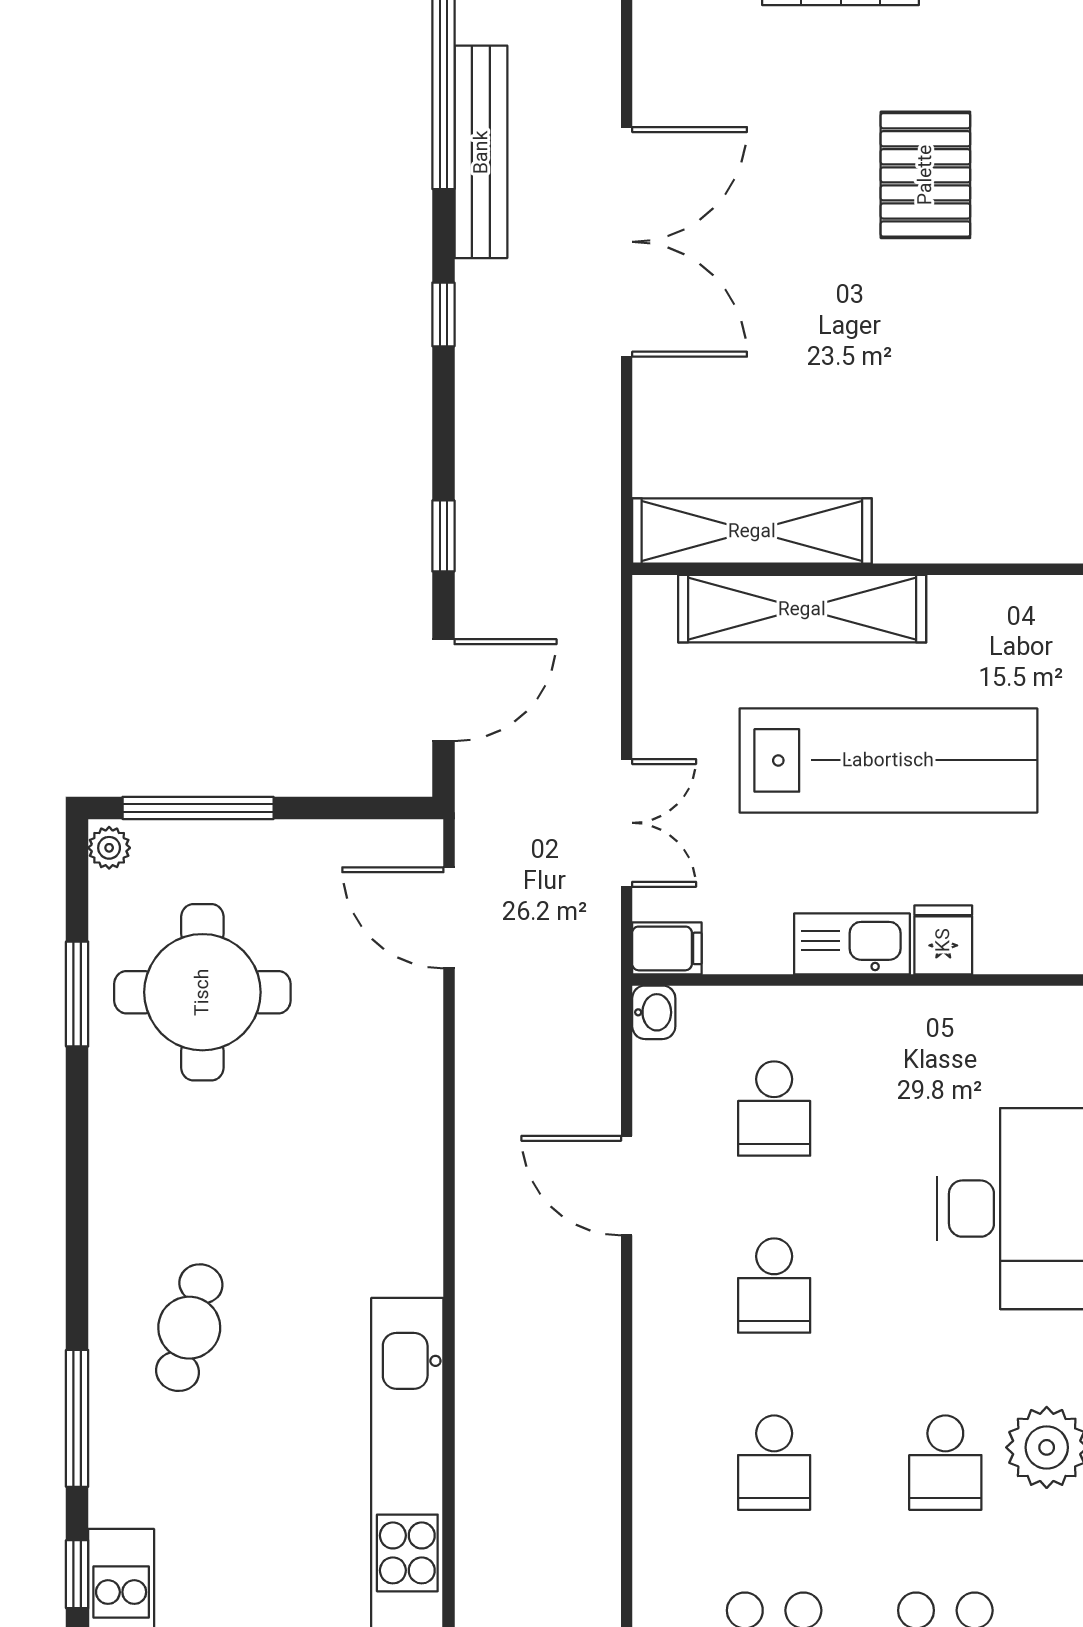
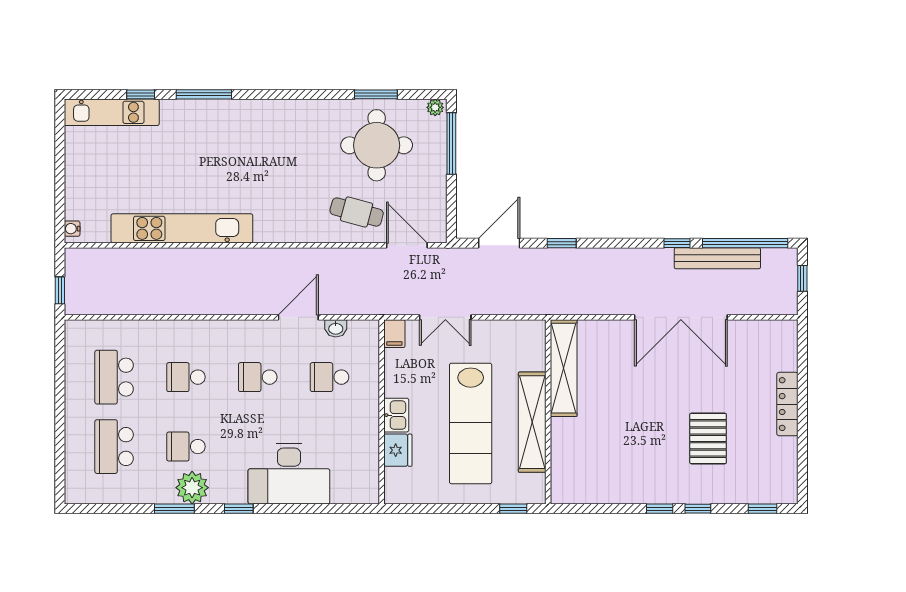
pallet: (925, 175) -> (708, 438), turned 90
window: (443, 314) -> (677, 243), moved
shelving: (802, 609) -> (532, 422), moved
door: (443, 690) -> (499, 243), swing flipped
door: (449, 918) -> (407, 245), hinge flipped
fridge: (943, 940) -> (398, 450), width x1.38
kitchen sink: (852, 944) -> (396, 415), width x0.73
washbasin: (654, 1012) -> (336, 328), moved
cafe table: (189, 1328) -> (357, 212), moved

